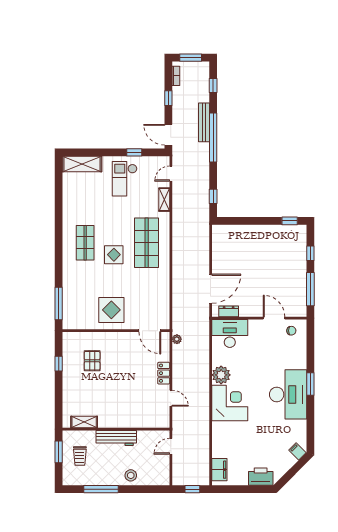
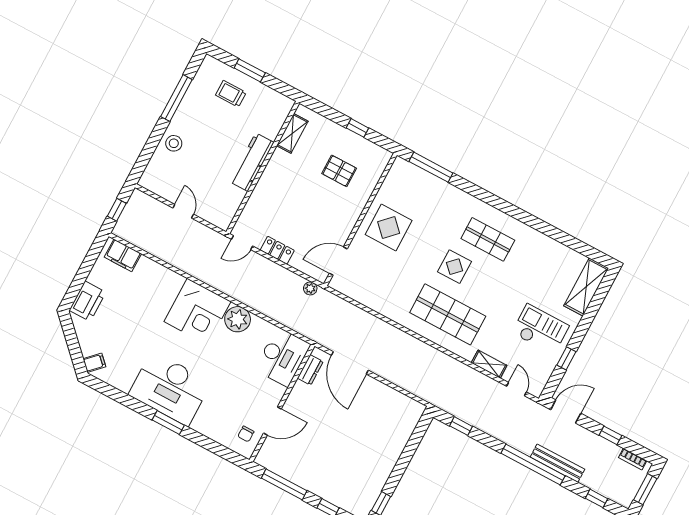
shelving: (84, 422) -> (292, 133), moved
wall: (116, 429) -> (263, 167), moved
workbench: (116, 438) -> (252, 162), moved

